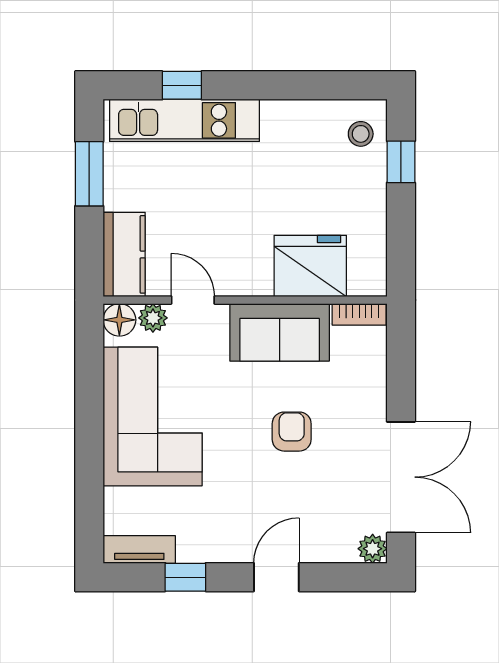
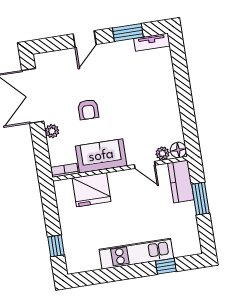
kitchen unit: (184, 120) -> (136, 254), moved
stool: (361, 134) -> (77, 256), removed
window: (89, 174) -> (200, 199), moved
corner sofa: (153, 416) -> (155, 107), removed
plant: (373, 549) -> (52, 131), moved
window: (185, 577) -> (128, 32), width x1.50

